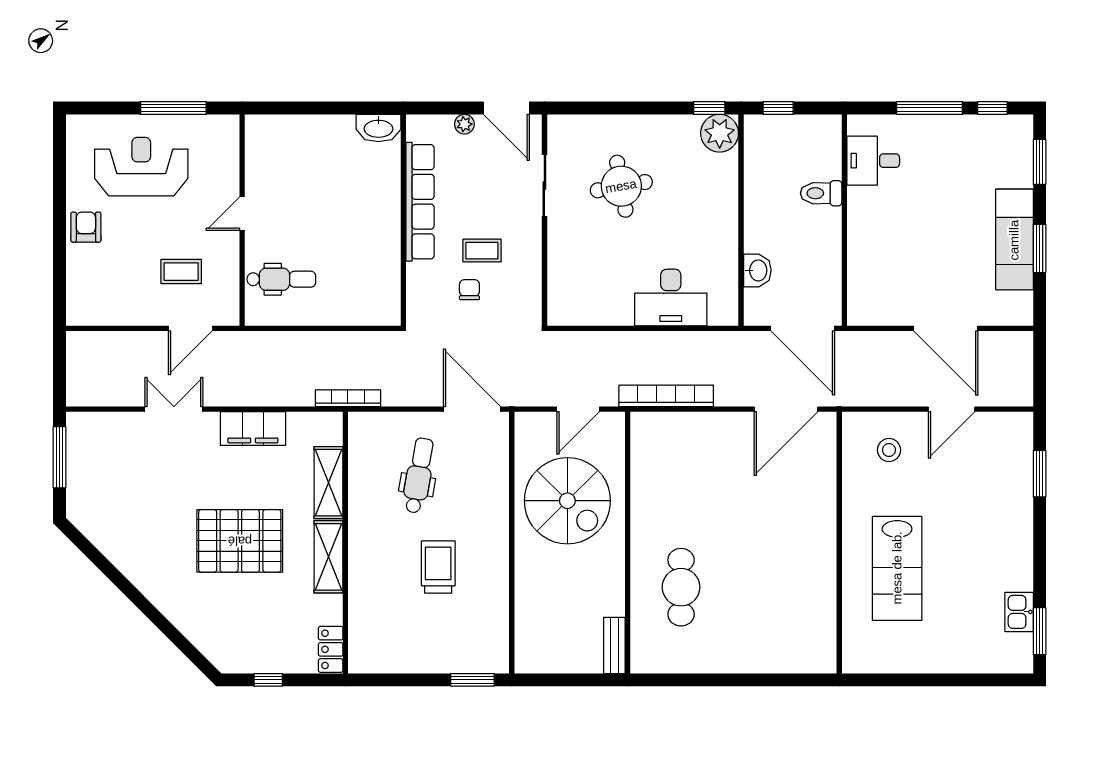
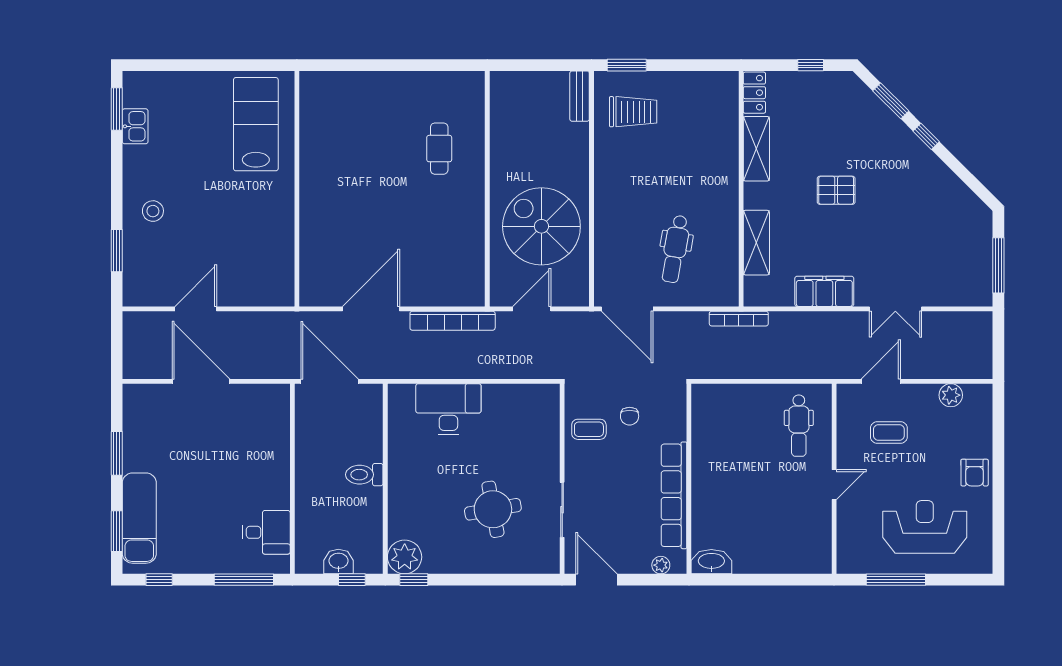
window: (929, 108) -> (244, 580), moved
plant: (464, 124) -> (661, 565), moved
reception desk: (141, 167) -> (925, 527), turned 180
toilet: (821, 193) -> (364, 475), moved, turned 180
exam couch: (1014, 240) -> (139, 518), moved
coffee table: (482, 251) -> (589, 429), moved
washbasin: (757, 270) -> (338, 562), moved, turned 90
dental chair: (281, 279) -> (799, 426), turned -90
plant: (112, 313) -> (951, 395), added
door: (786, 409) -> (371, 309), moved
stool: (889, 450) -> (153, 211), moved
pallet: (240, 541) -> (836, 190), width x0.49, depth x0.50
shelving: (328, 557) -> (756, 149), moved
trolley: (438, 567) -> (633, 112), moved, turned -90
lab bench: (897, 568) -> (256, 124), moved
cafe table: (681, 587) -> (439, 149), width x0.73, depth x0.74
window: (140, 601) -> (926, 136), added
window: (179, 640) -> (891, 101), added
bench: (614, 645) -> (580, 96), moved

